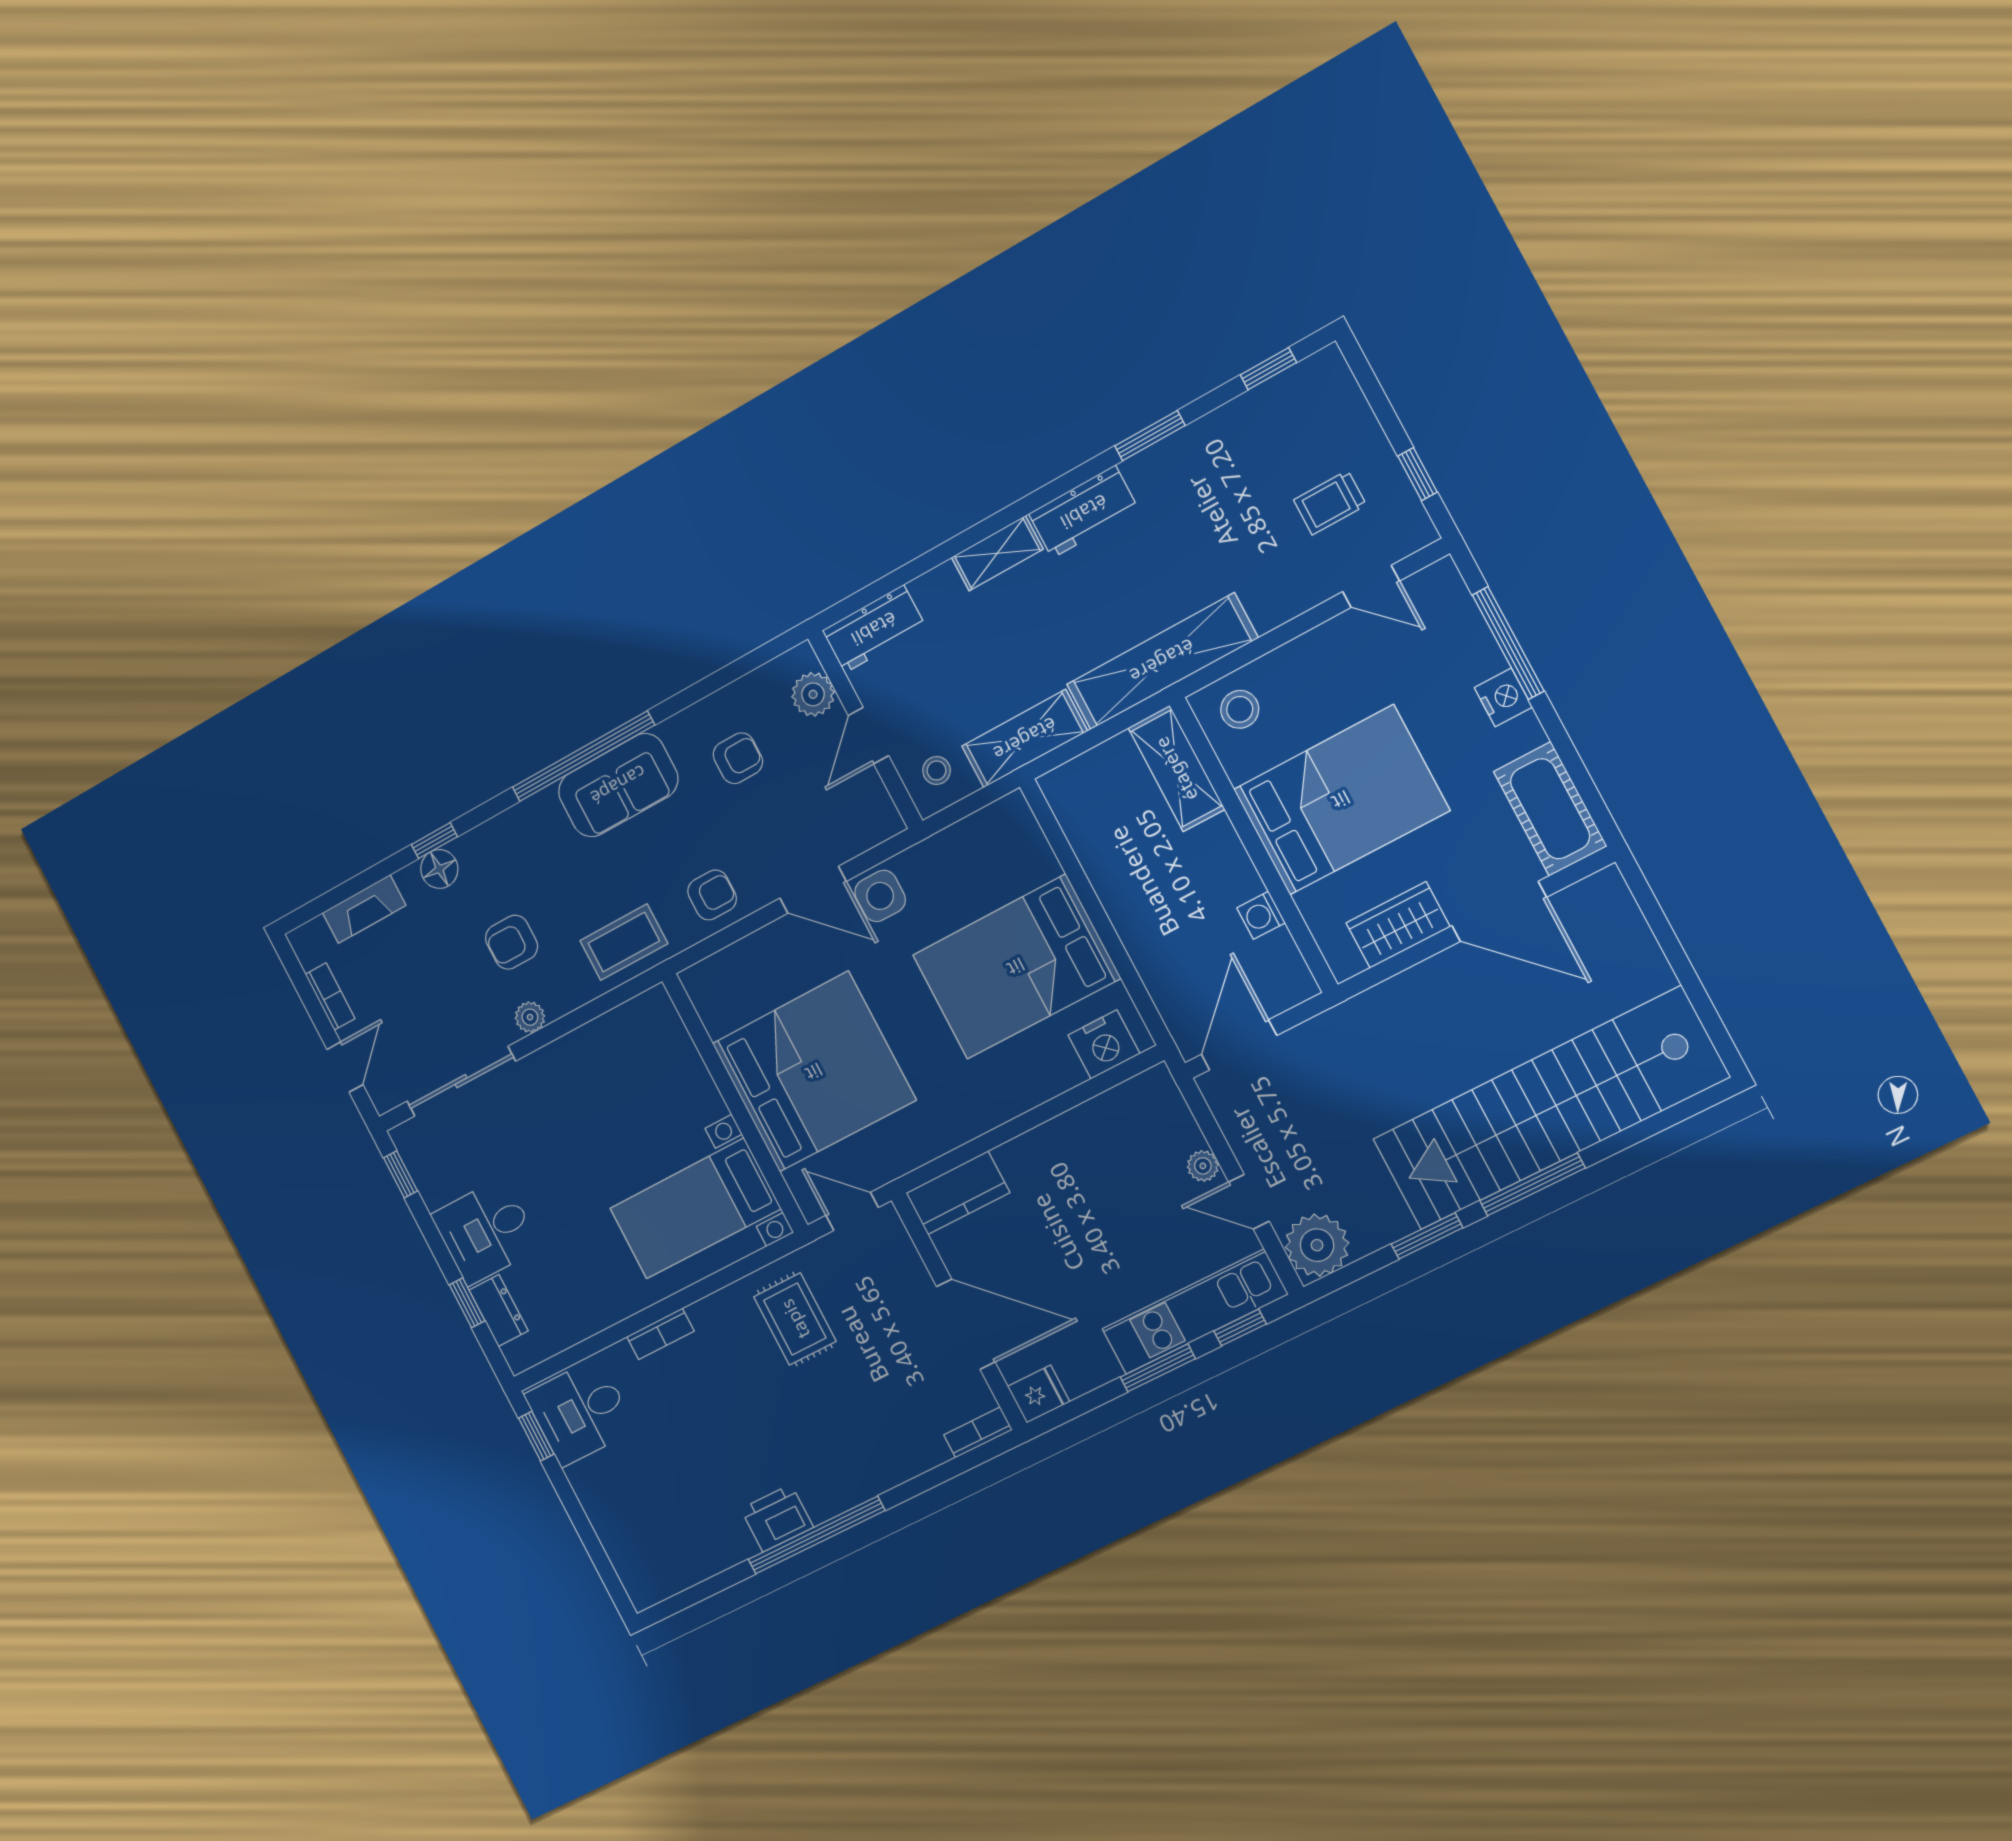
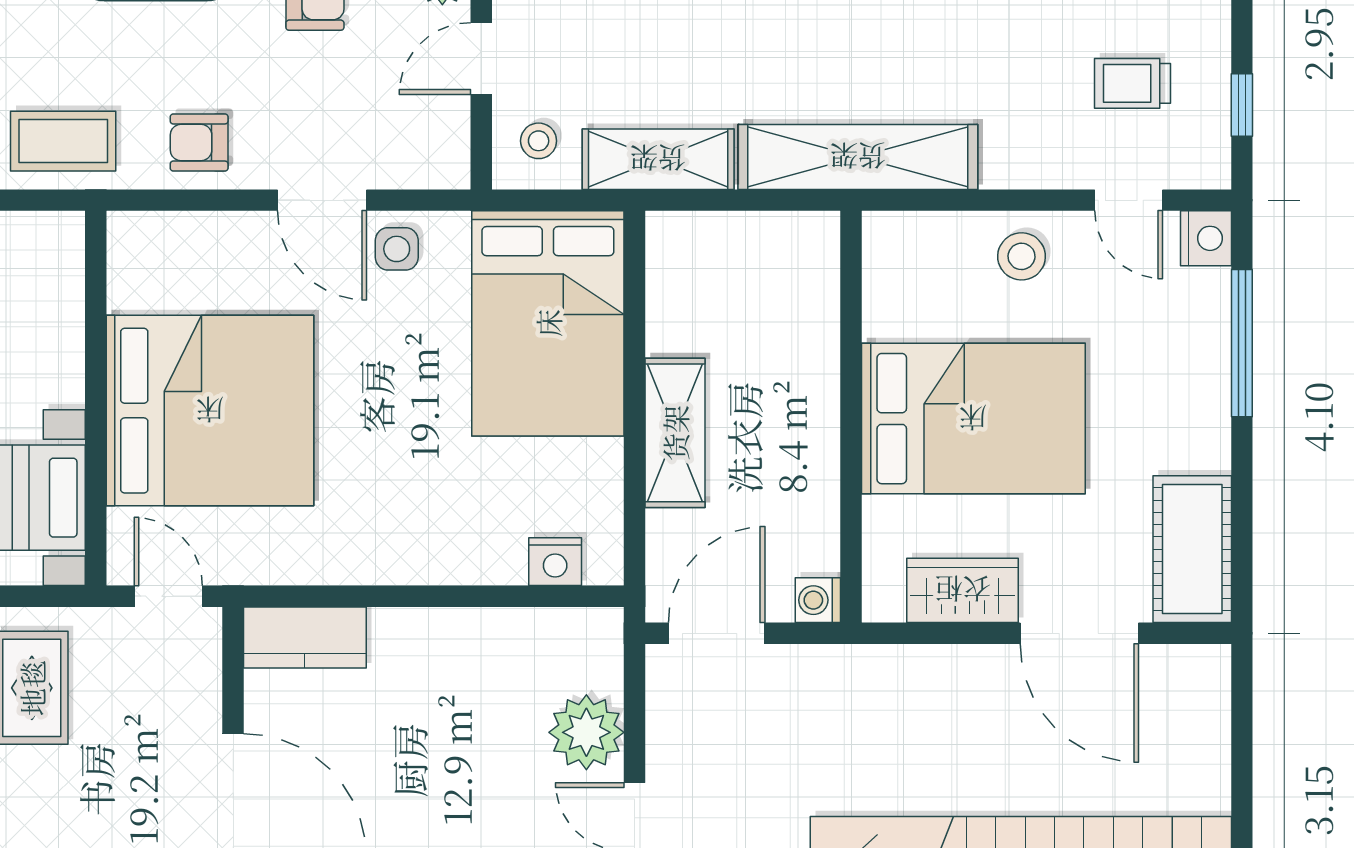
nightstand: (1503, 697) -> (1206, 238), moved
stool: (1240, 709) -> (1022, 256), moved
shelving: (1176, 769) -> (675, 433), moved
armchair: (712, 895) -> (199, 143), turned 180
side table: (880, 896) -> (397, 249), width x0.73, depth x0.73
washing machine: (1261, 915) -> (818, 600), moved
bed: (1016, 967) -> (548, 323), moved, turned -90
nightstand: (1104, 1044) -> (555, 562), width x0.74, depth x0.75
plant: (1203, 1166) -> (586, 732), width x1.87, depth x1.87

